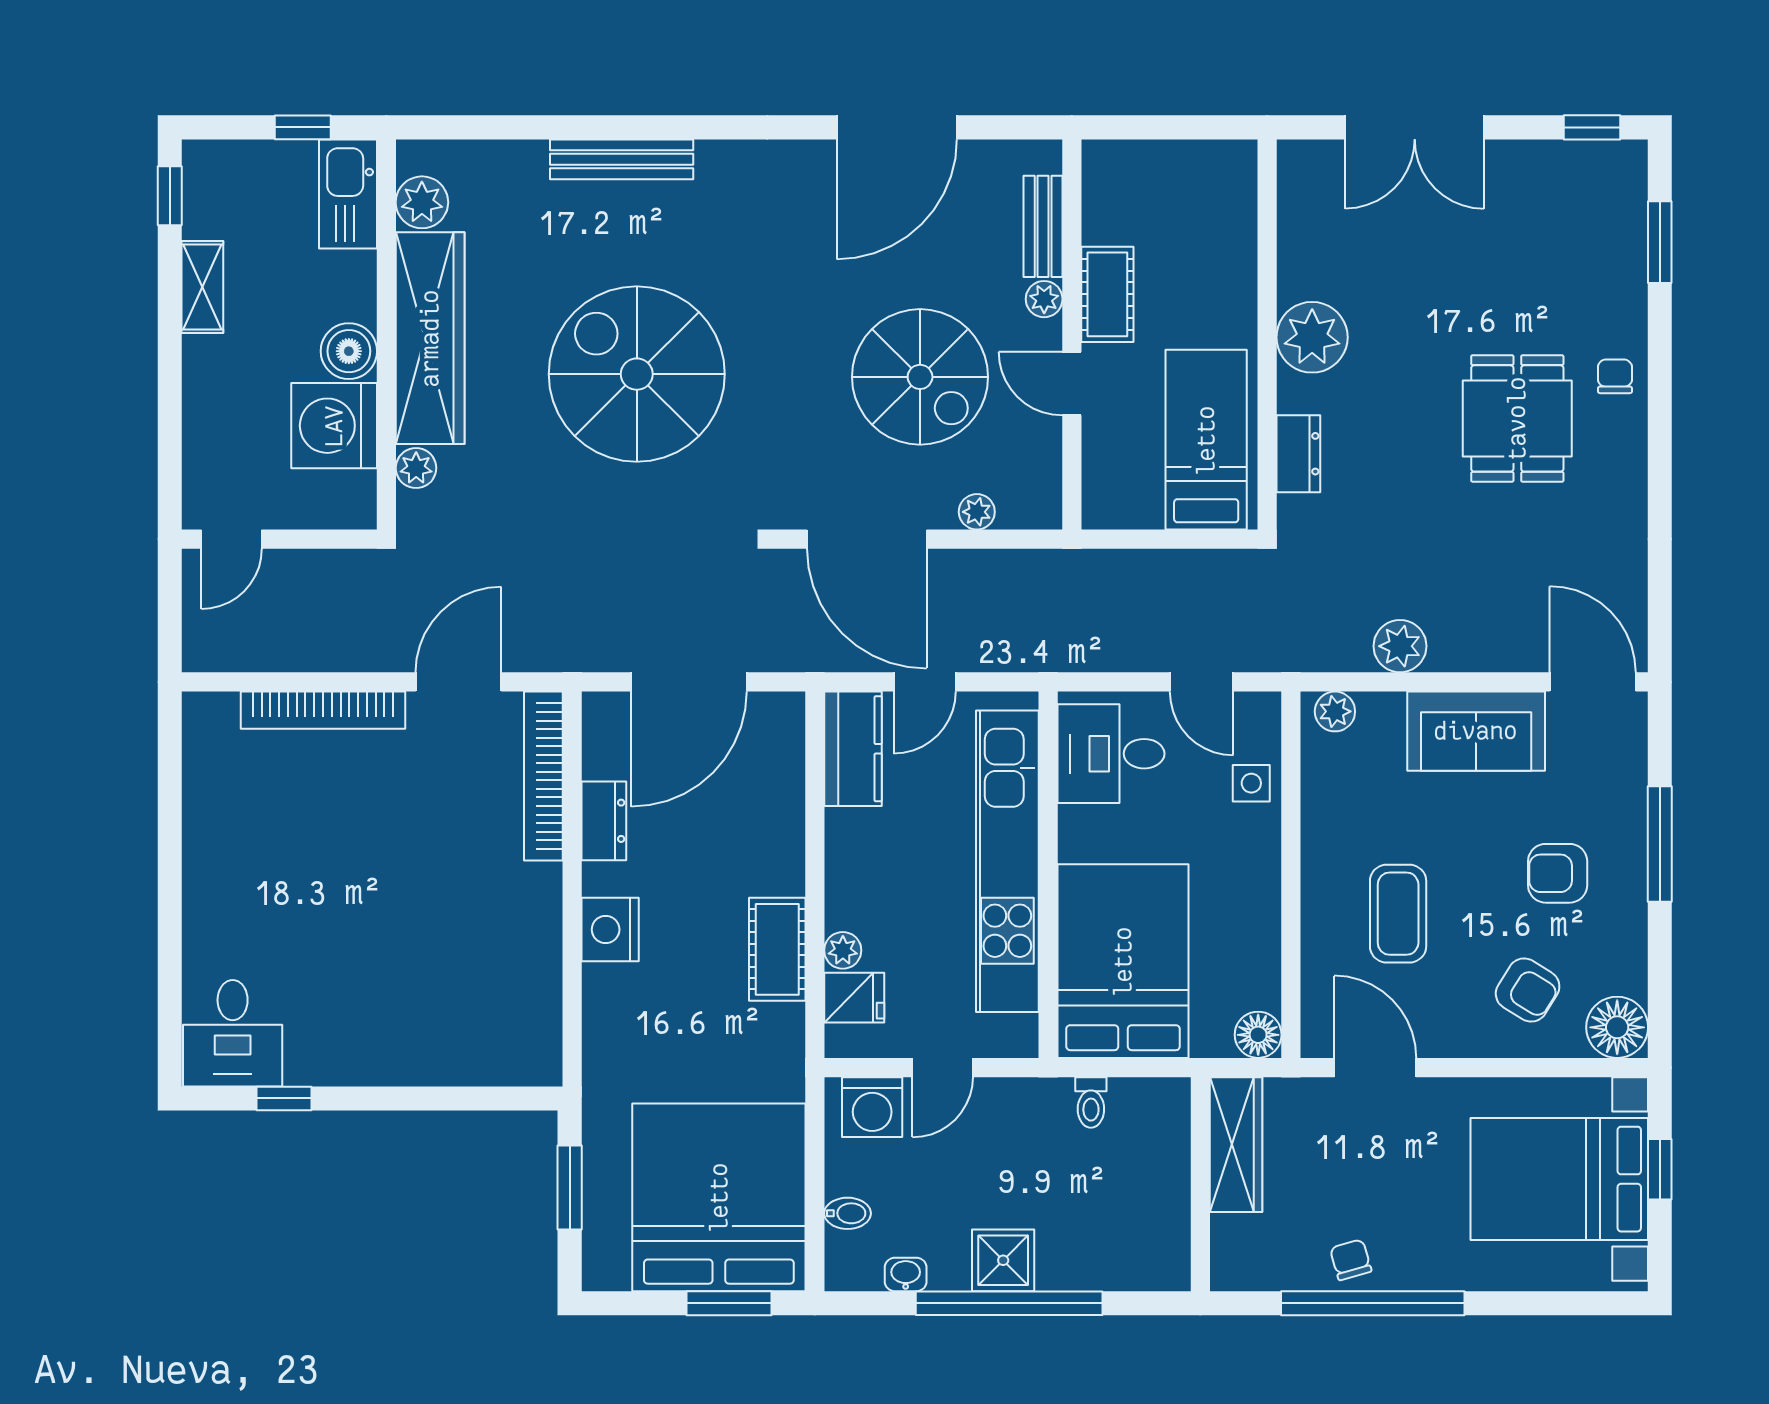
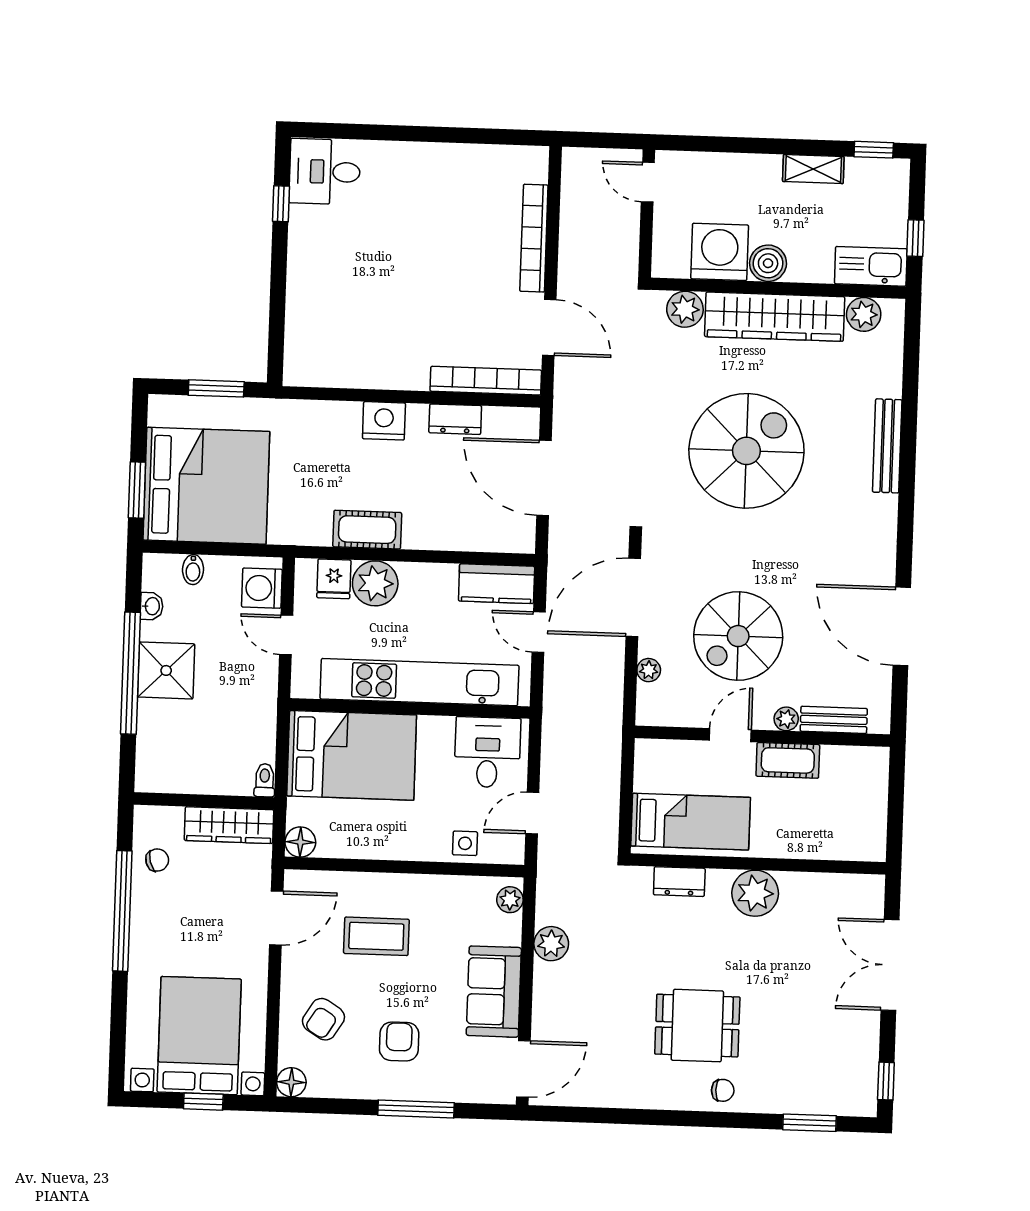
plant: (416, 468) -> (685, 309), width x1.38, depth x1.38
plant: (843, 950) -> (375, 583), width x1.88, depth x1.88
floor lamp: (1617, 1027) -> (291, 1082), width x0.73, depth x0.73
toilet: (1091, 1102) -> (265, 780), moved, turned 90
shower: (1003, 1260) -> (166, 670), width x1.36, depth x1.36
chair: (1351, 1260) -> (157, 860), moved

